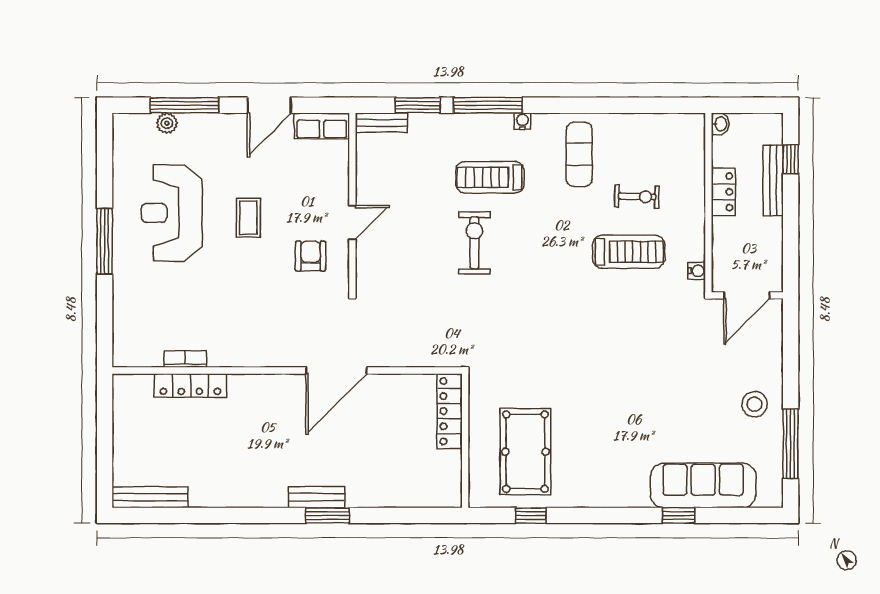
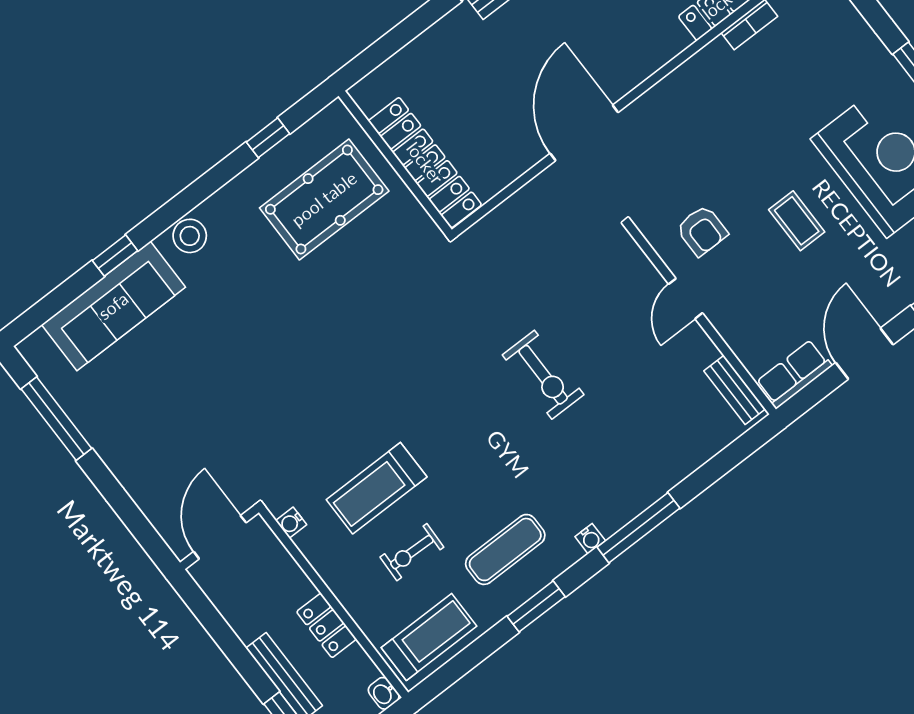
window: (418, 105) -> (536, 606), moved
bench: (381, 123) -> (735, 390), moved, turned 90
exercise mat: (579, 154) -> (505, 549), turned 90
treadmill: (490, 177) -> (429, 637), moved
stool: (754, 404) -> (190, 236), moved
locker: (450, 411) -> (425, 163), width x1.41, depth x1.21
pool table: (525, 452) -> (324, 199), turned 90

